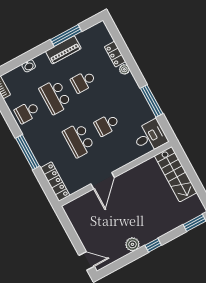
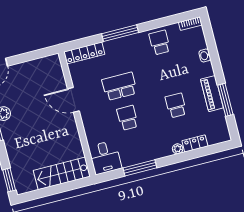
school desk: (55, 97) -> (168, 74), removed

